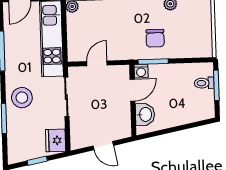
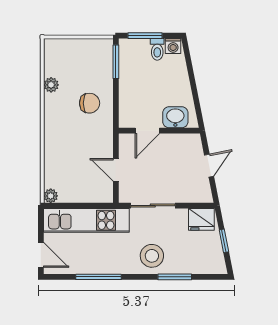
window: (153, 62) -> (116, 62), moved
washing machine: (141, 71) -> (173, 46), moved, turned 90
toilet: (204, 83) -> (157, 49), moved
door: (132, 90) -> (147, 131), swing flipped

